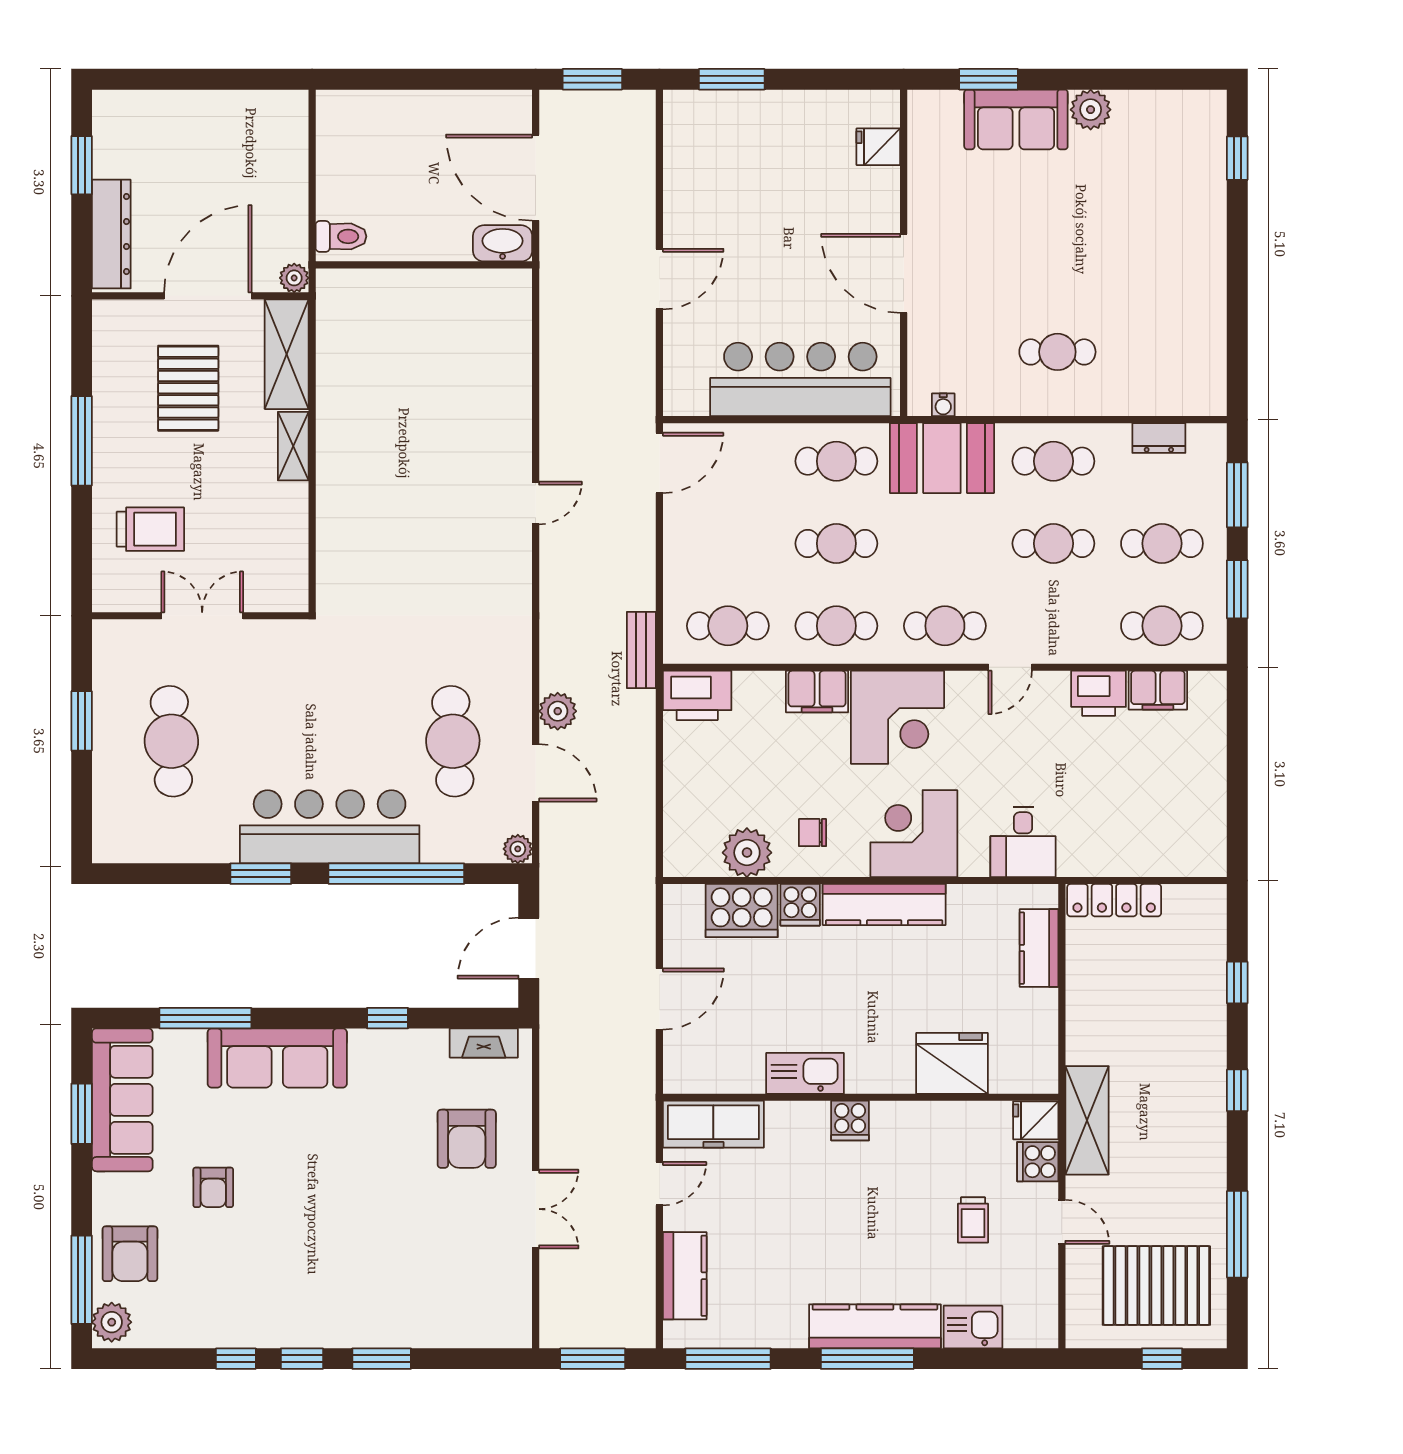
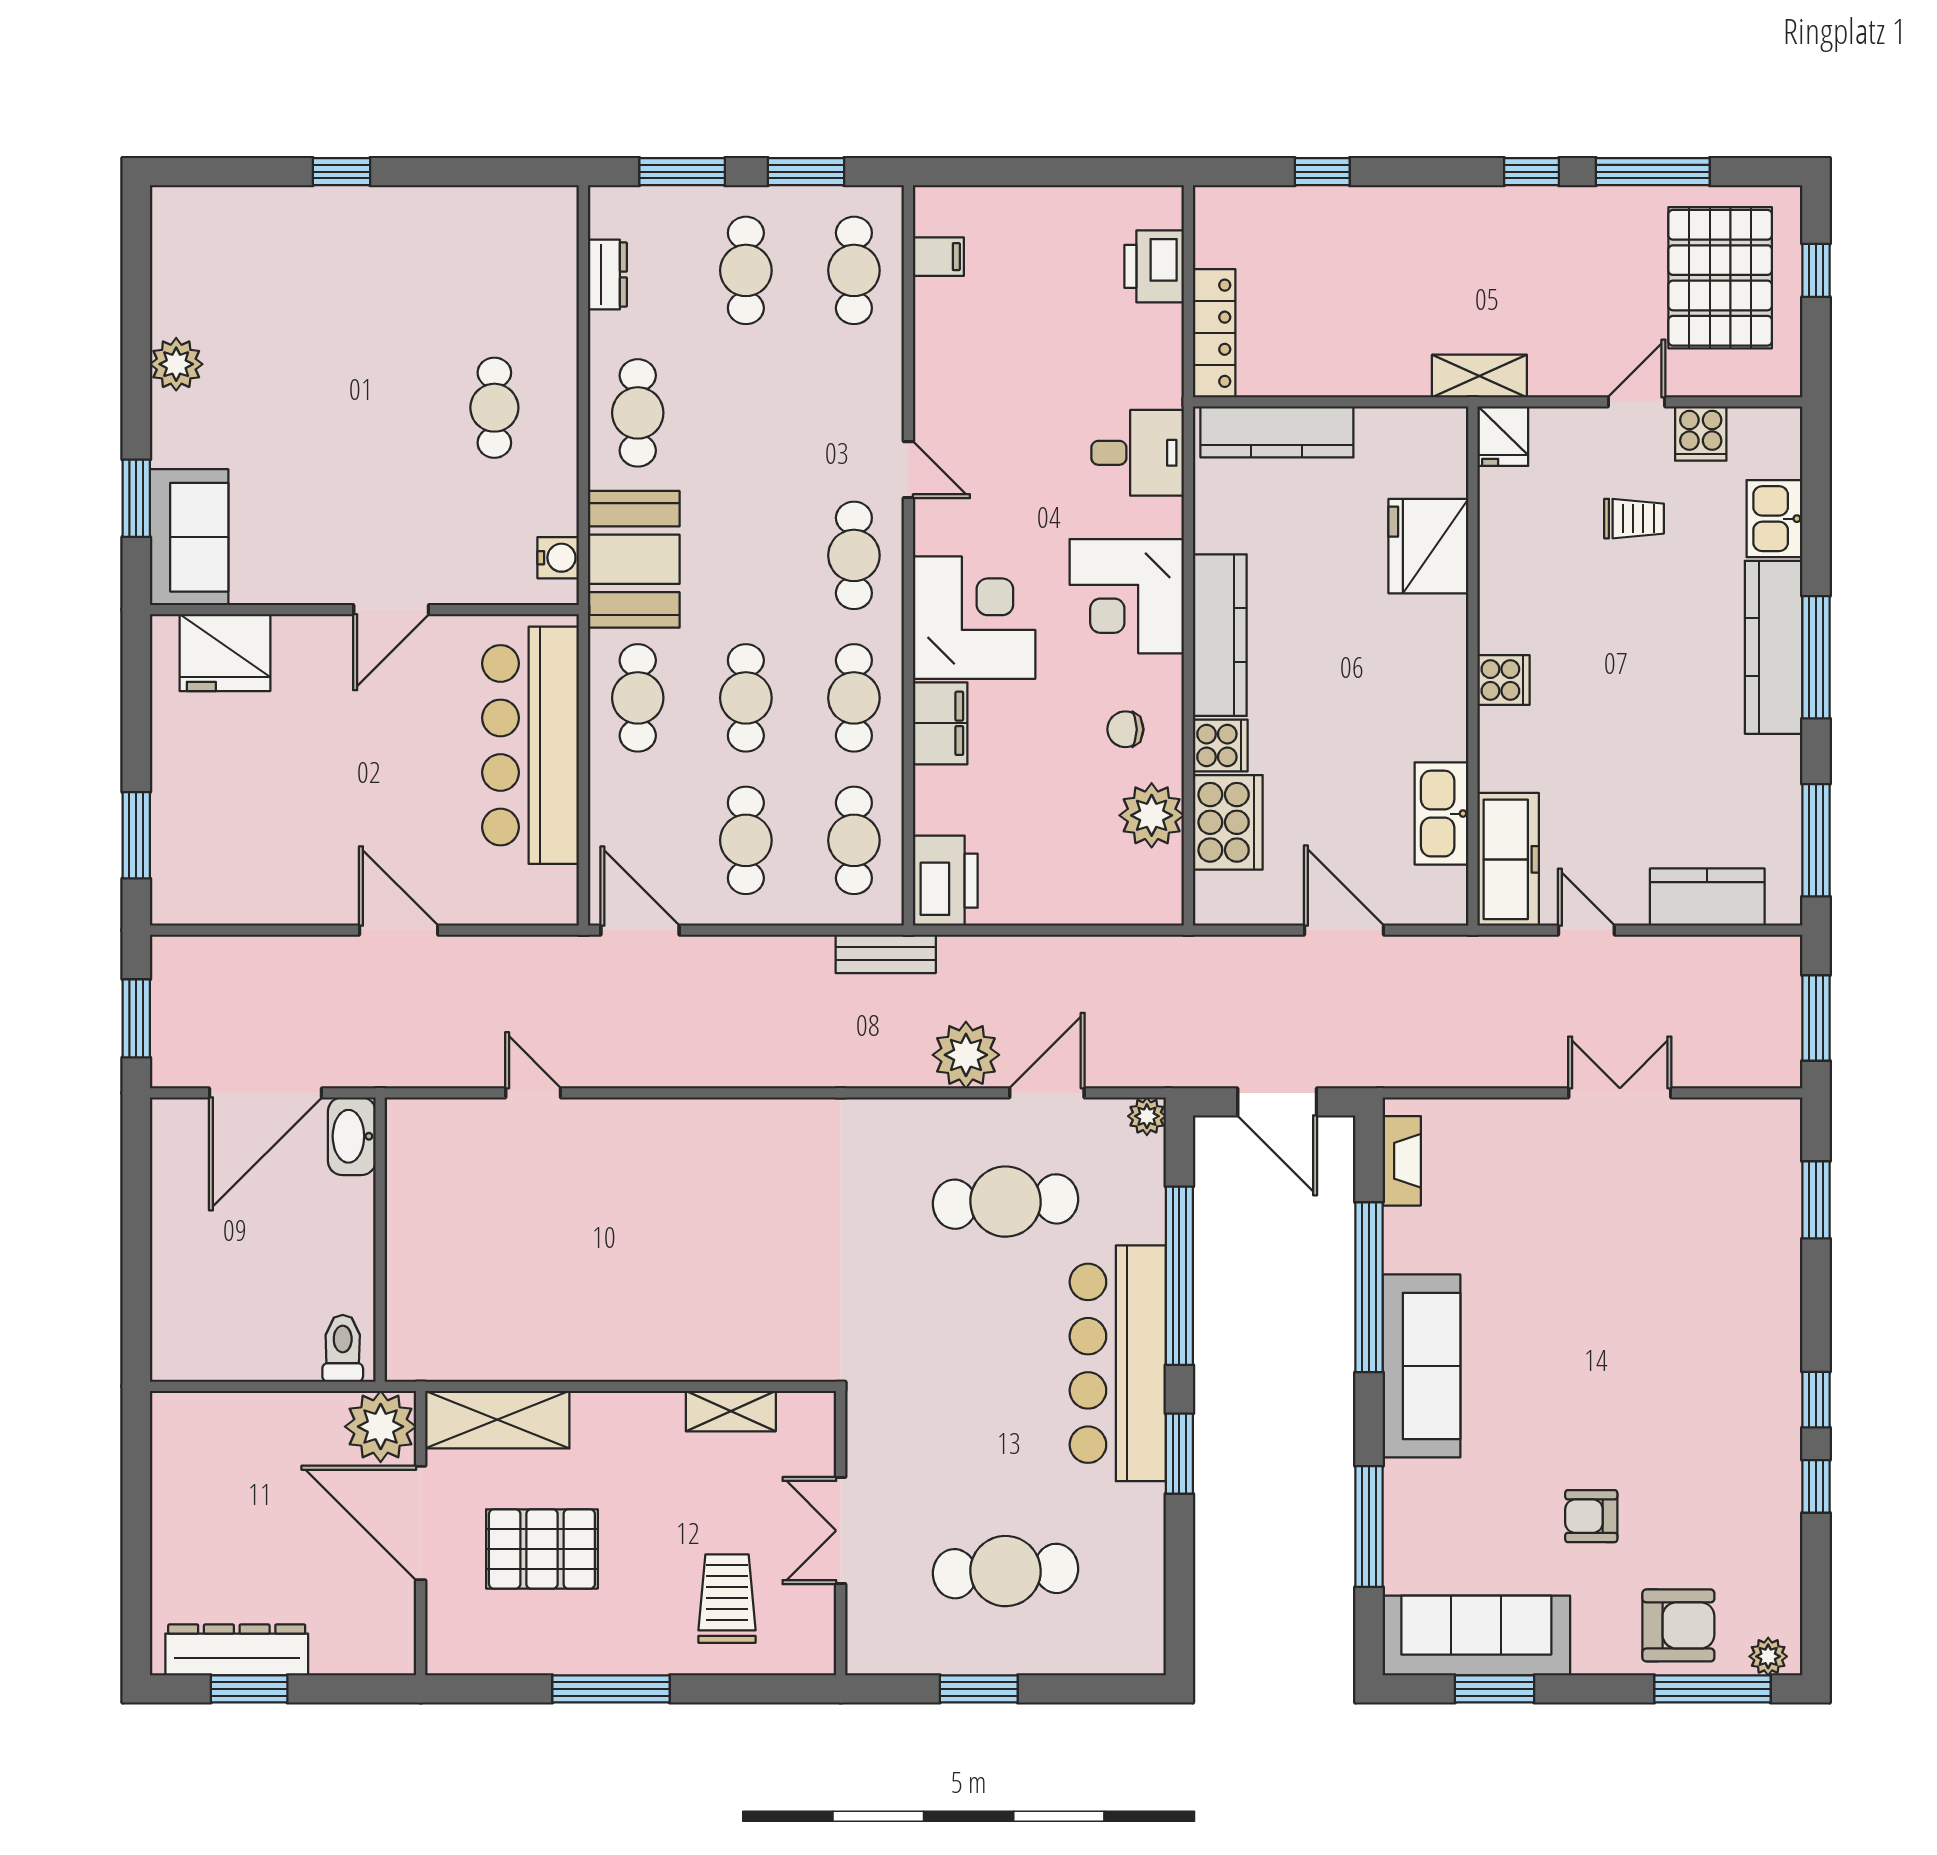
sofa: (1016, 119) -> (189, 537), moved
fridge: (878, 147) -> (225, 653), width x1.88, depth x1.34
window: (1237, 158) -> (341, 172), moved
dresser: (111, 234) -> (237, 1650), moved
door: (904, 273) -> (391, 610), width x0.73
plant: (294, 278) -> (381, 1427), width x1.88, depth x1.88
water cooler: (943, 405) -> (558, 558), width x1.38, depth x1.38
shelving: (293, 446) -> (731, 1411), moved
door: (536, 503) -> (533, 1093), moved
cafe table: (1053, 543) -> (746, 840), moved
filing cabinet: (1158, 690) -> (938, 257), width x0.50
printer: (1099, 693) -> (1154, 266), moved, turned 180
plant: (558, 711) -> (966, 1055), width x1.36, depth x1.36
chair: (812, 833) -> (1125, 729), turned 90
kitchen counter: (1039, 948) -> (1277, 432), width x1.50
window: (387, 1018) -> (1369, 1287), width x3.17
sofa: (277, 1058) -> (1421, 1366), moved
kitchen sink: (805, 1073) -> (1441, 814), moved
window: (1237, 1090) -> (1532, 172), moved
shelving: (1087, 1120) -> (1479, 376), width x0.67, depth x0.75
armchair: (467, 1139) -> (1527, 1183), removed
cooker: (1038, 1162) -> (1701, 434), moved
armchair: (213, 1187) -> (1591, 1516), turned 180
plant: (112, 1322) -> (1768, 1656), width x0.73, depth x0.73
window: (382, 1359) -> (1816, 1200), moved

